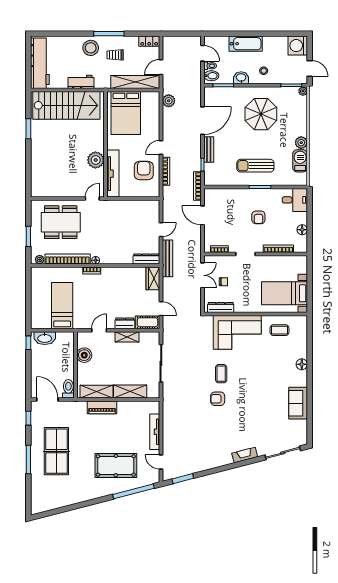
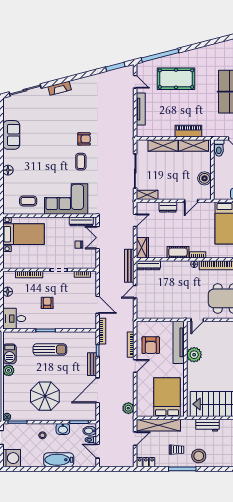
double door: (202, 275) -> (98, 238), moved
door: (161, 309) -> (135, 220), swing flipped
cot: (148, 322) -> (178, 252), moved
shelving: (127, 337) -> (147, 195), moved

